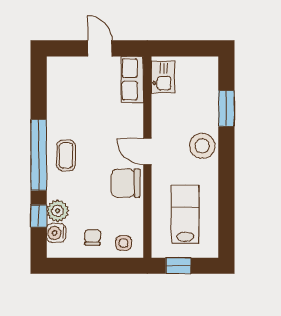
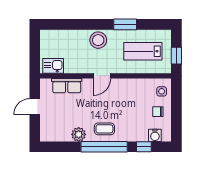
row of seats: (132, 79) -> (67, 86), moved
window: (226, 109) -> (125, 24), moved
chair: (126, 183) -> (123, 90), removed
plant: (58, 211) -> (79, 134), moved

